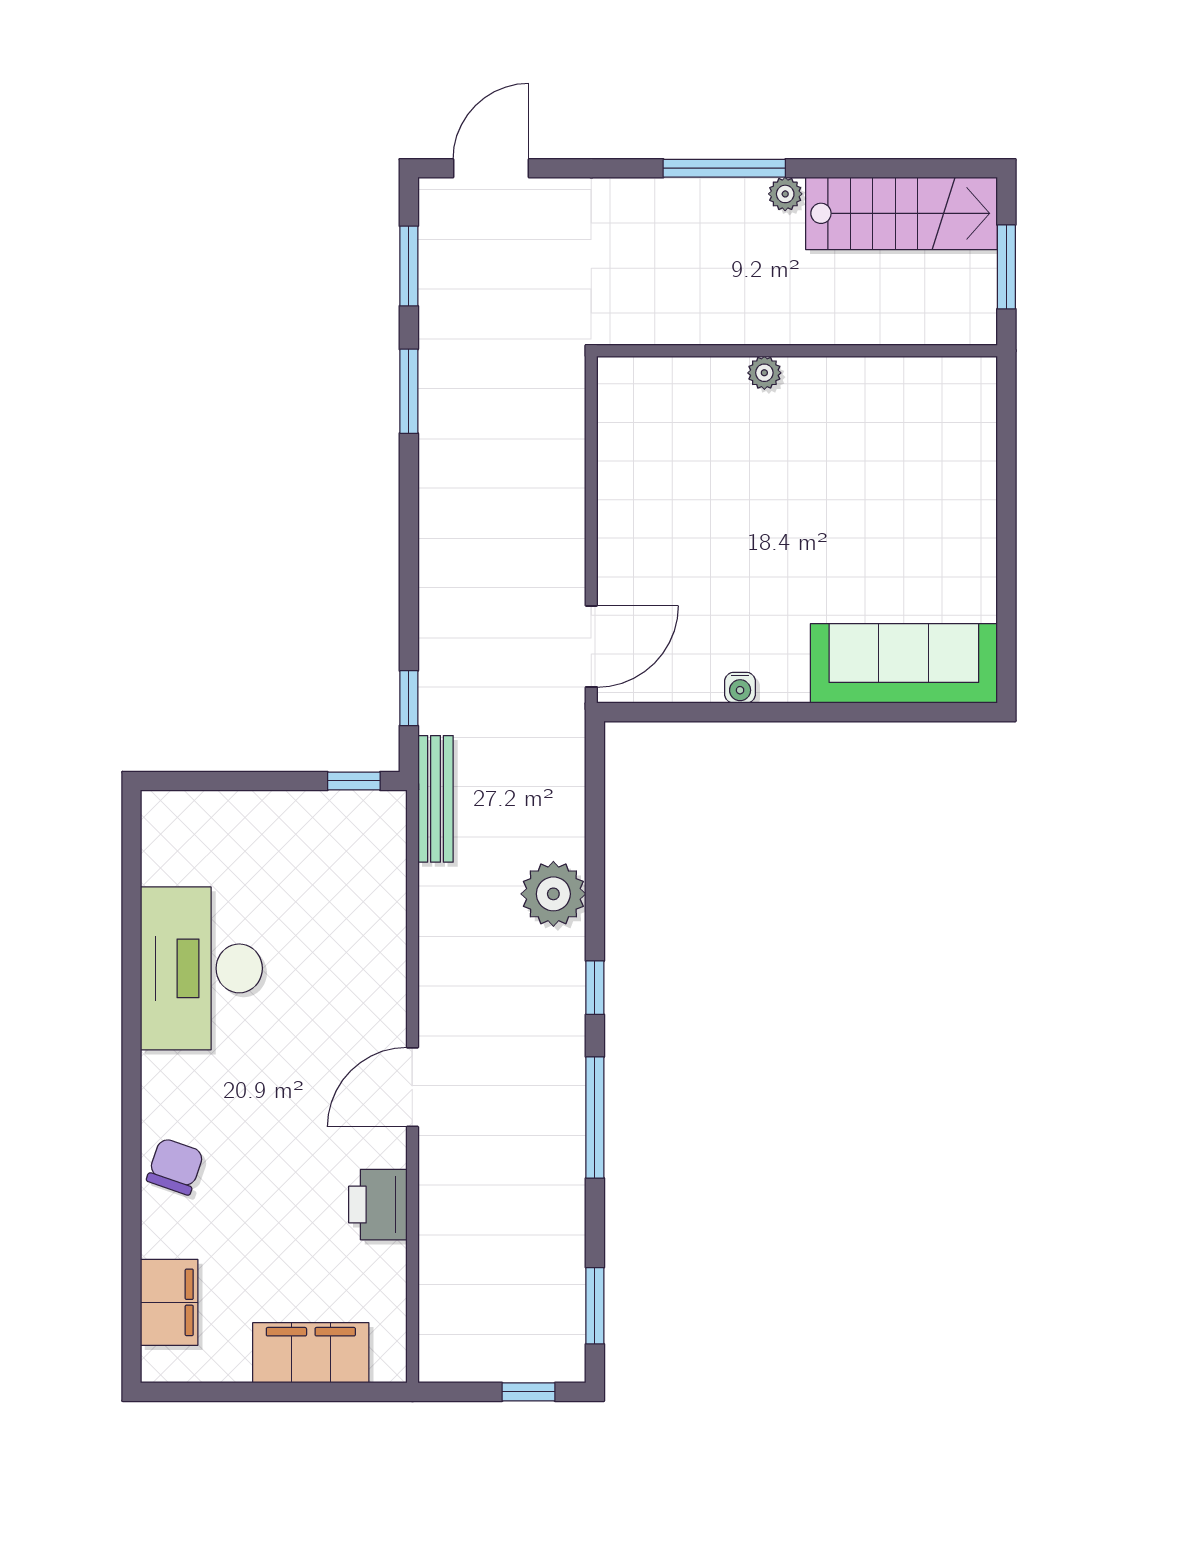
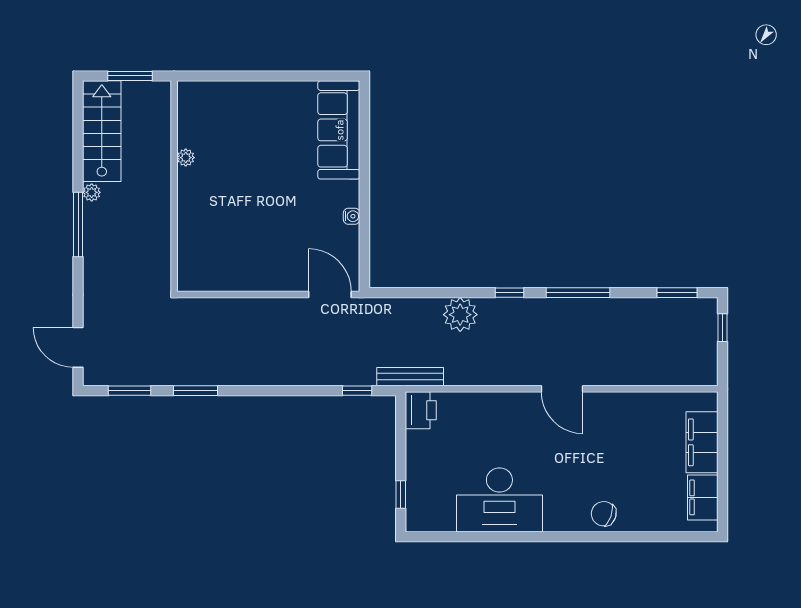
plant: (764, 373) -> (186, 158), moved
window: (354, 781) -> (401, 495), moved
printer: (378, 1205) -> (421, 410), moved, turned -90
filing cabinet: (169, 1302) -> (703, 497), moved, turned -90

